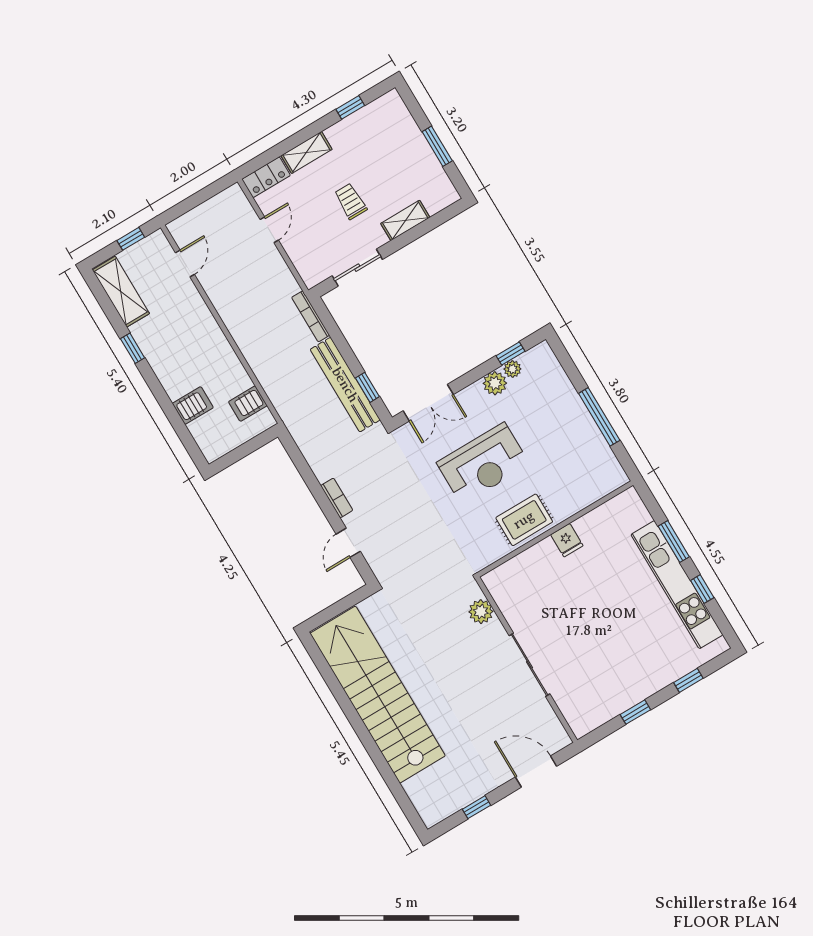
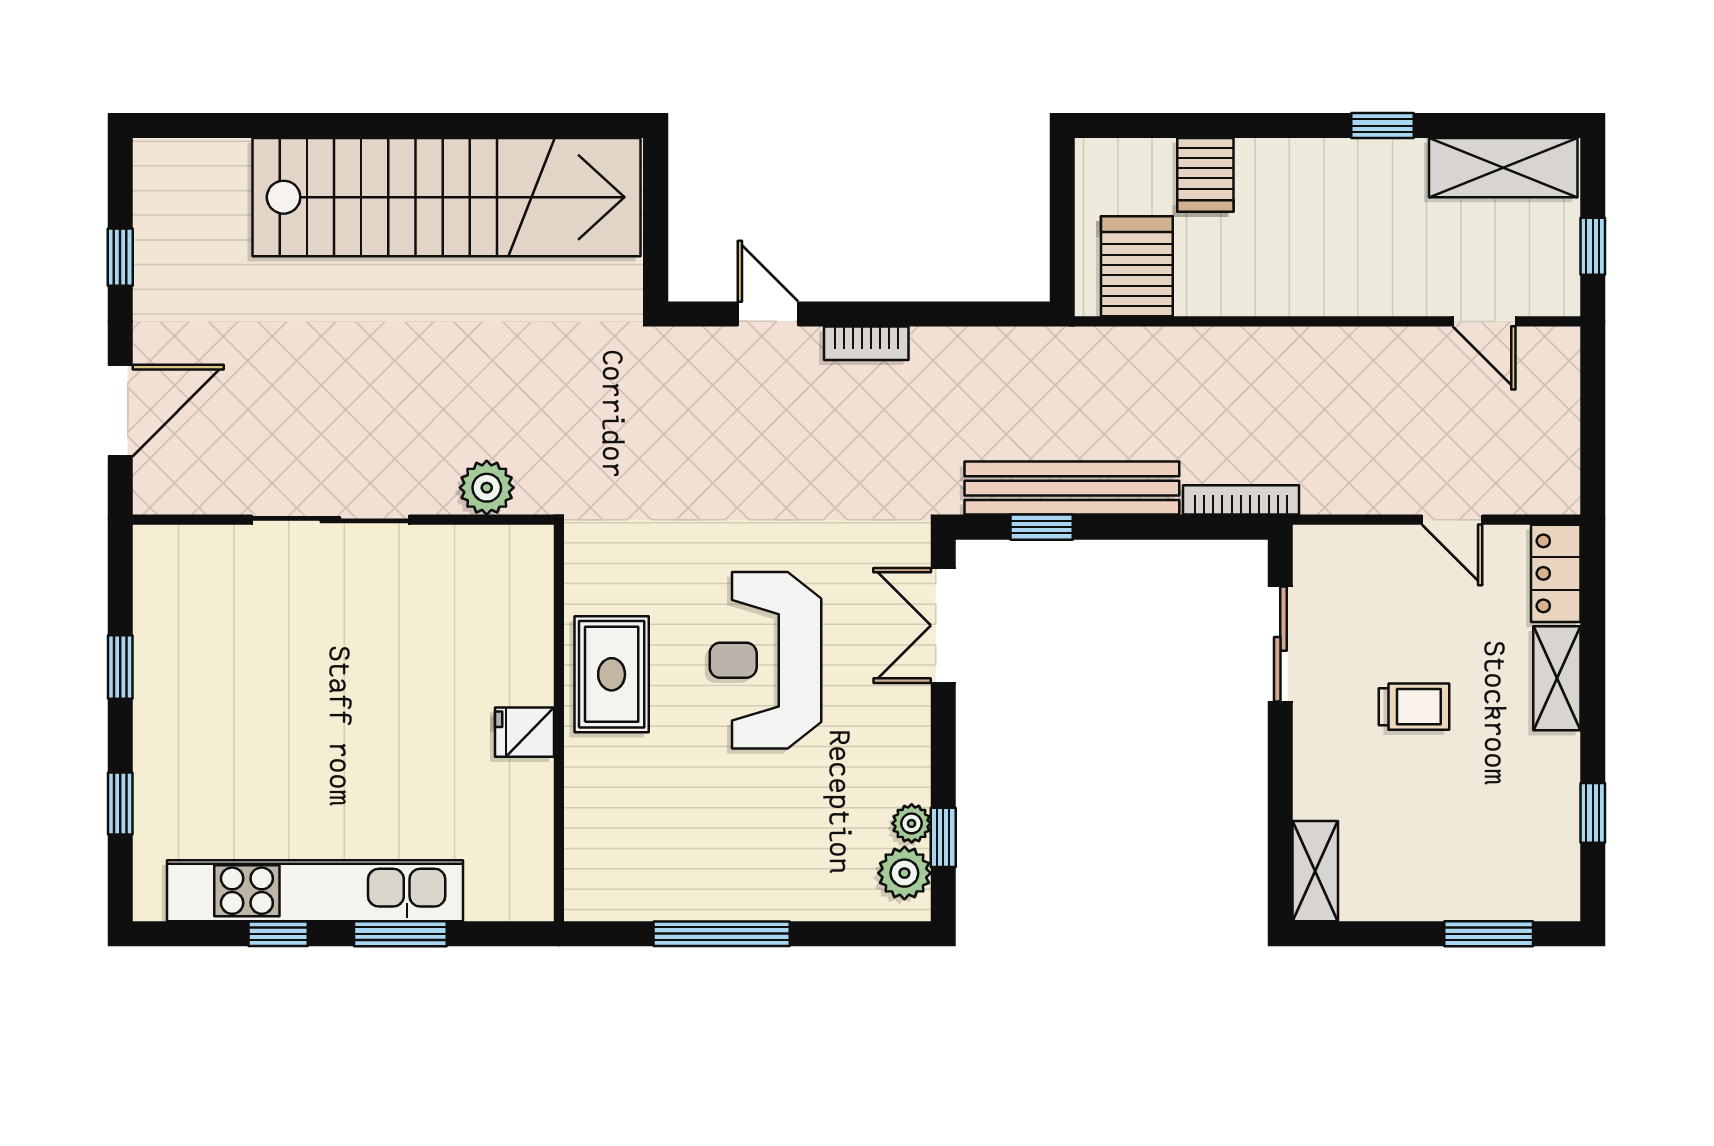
window: (437, 146) -> (1489, 934), moved
shelving: (405, 220) -> (1315, 871), moved
plant: (495, 383) -> (904, 873), moved
server rack: (248, 404) -> (1137, 266), width x1.36, depth x1.44

